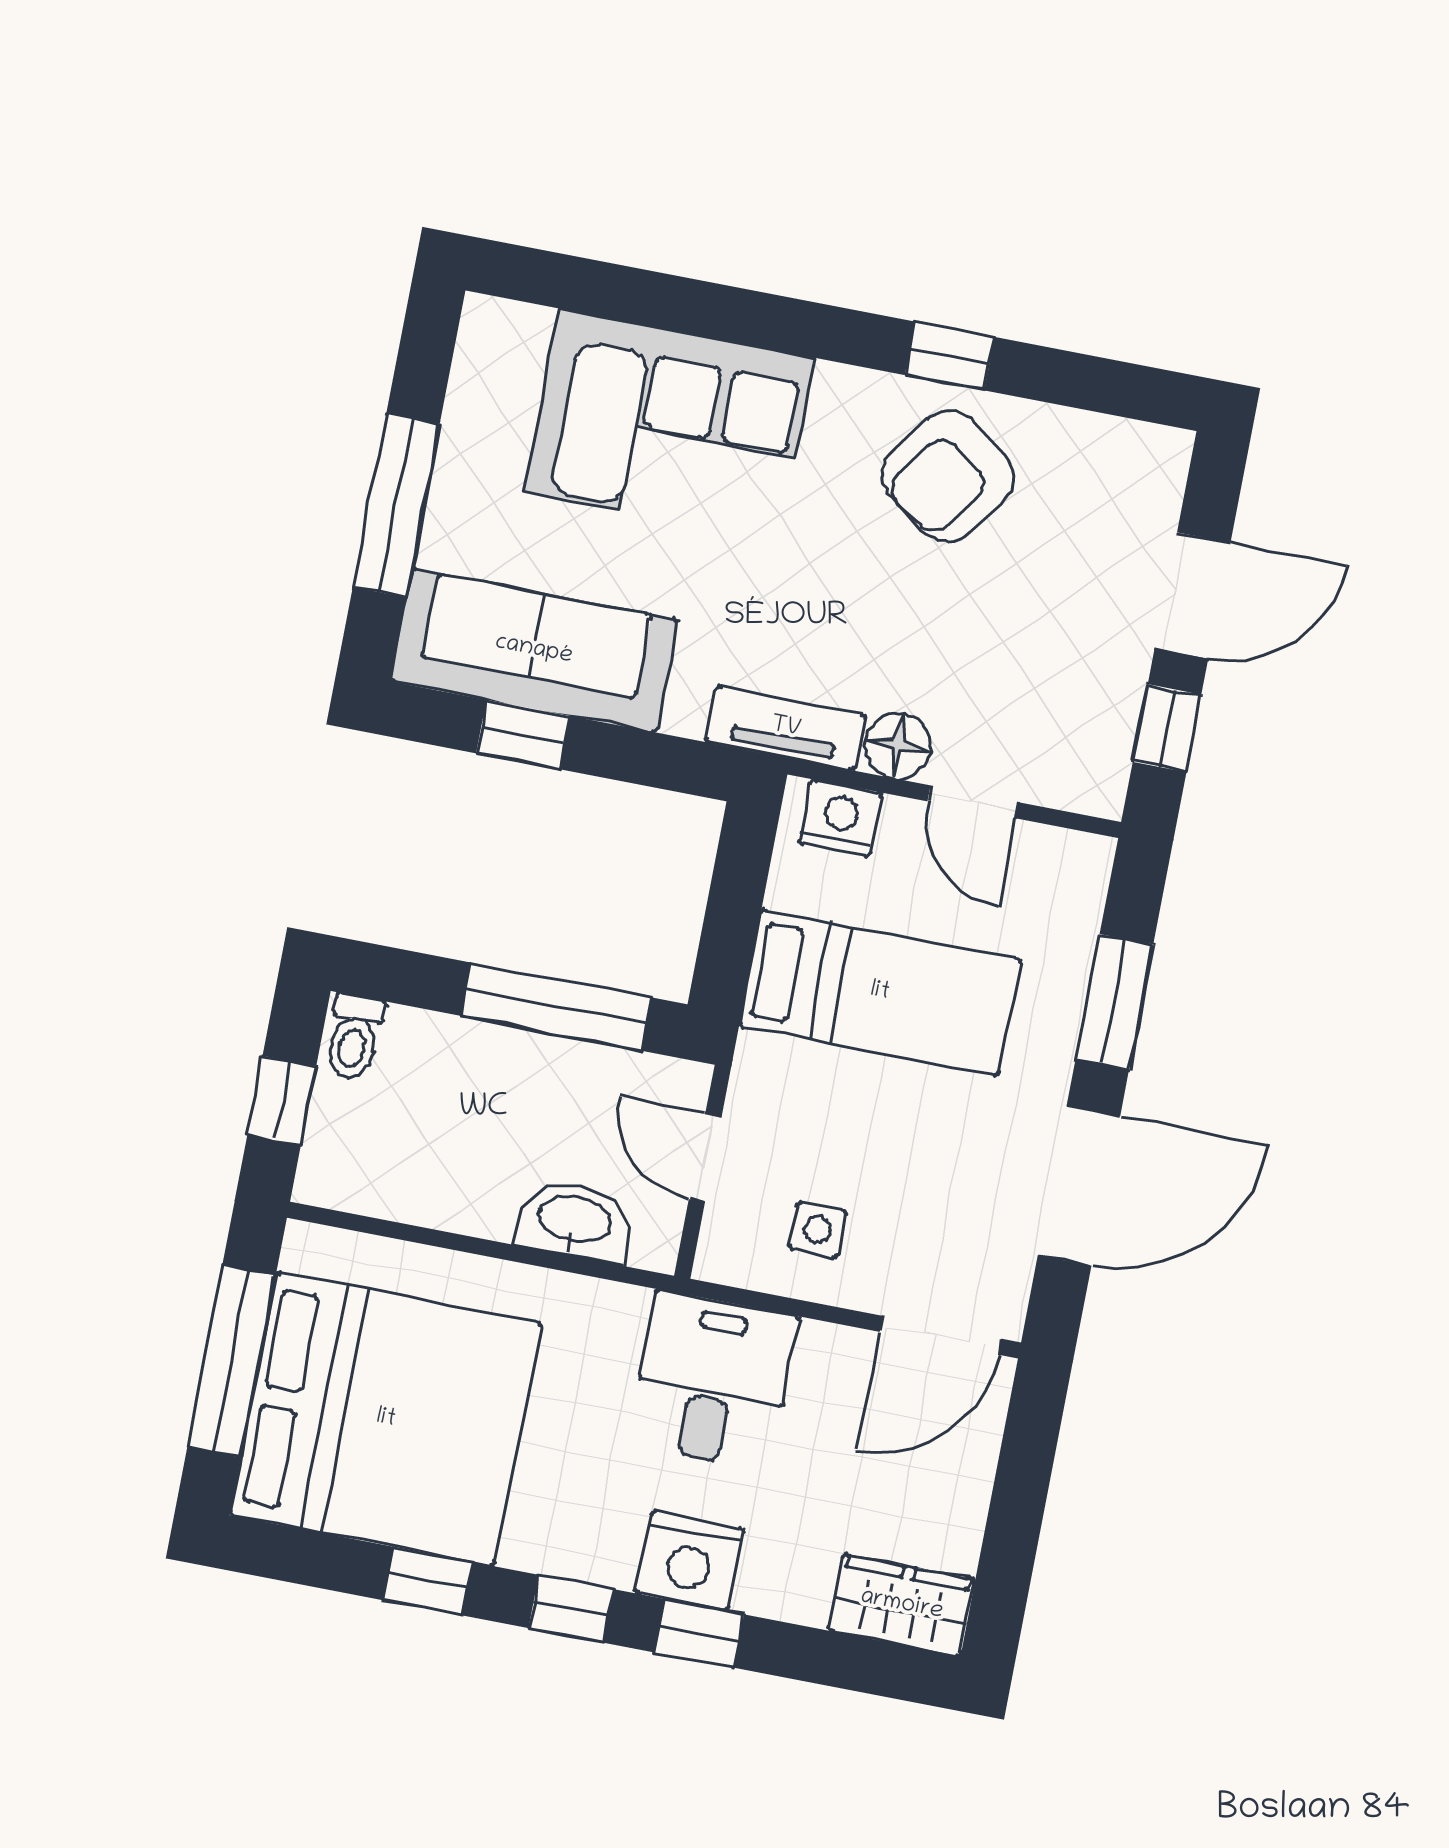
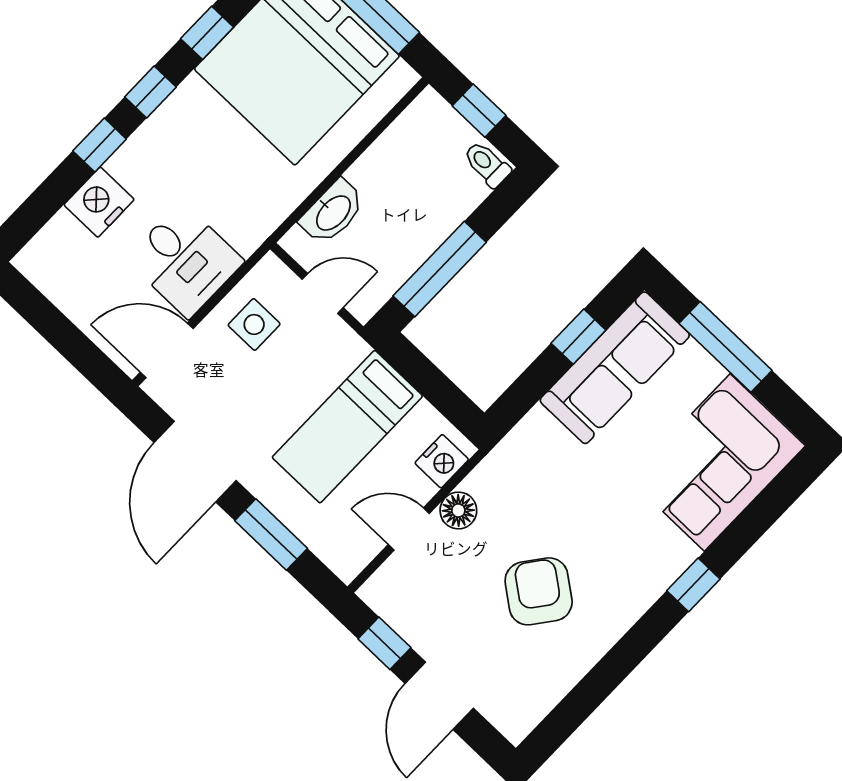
window: (950, 356) -> (693, 585), moved
corner sofa: (669, 424) -> (717, 463), moved
armchair: (948, 476) -> (539, 591), moved
tv unit: (786, 728) -> (501, 463), removed
side table: (818, 1230) -> (254, 324), width x1.37, depth x1.37
door: (941, 1335) -> (167, 350), hinge flipped
desk: (713, 1380) -> (185, 260), moved
nightstand: (690, 1561) -> (99, 202), moved
wardrobe: (902, 1605) -> (51, 250), removed

